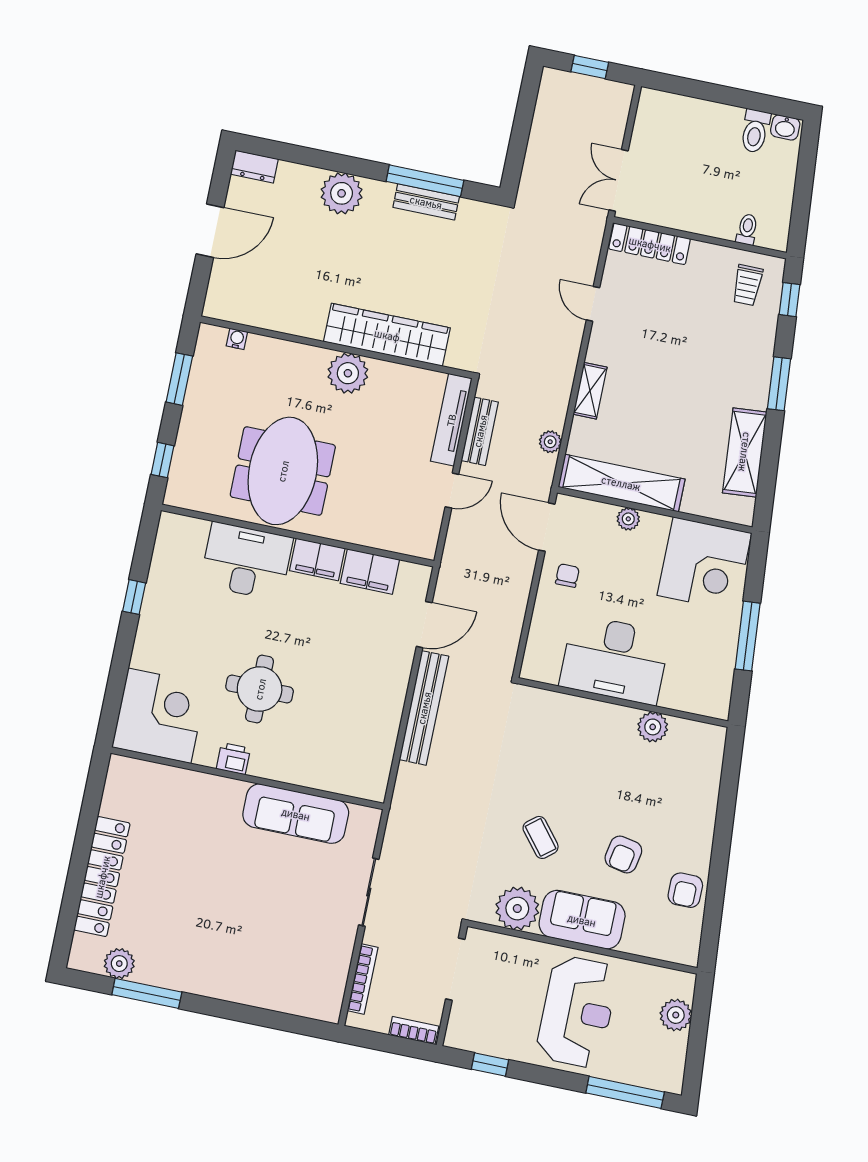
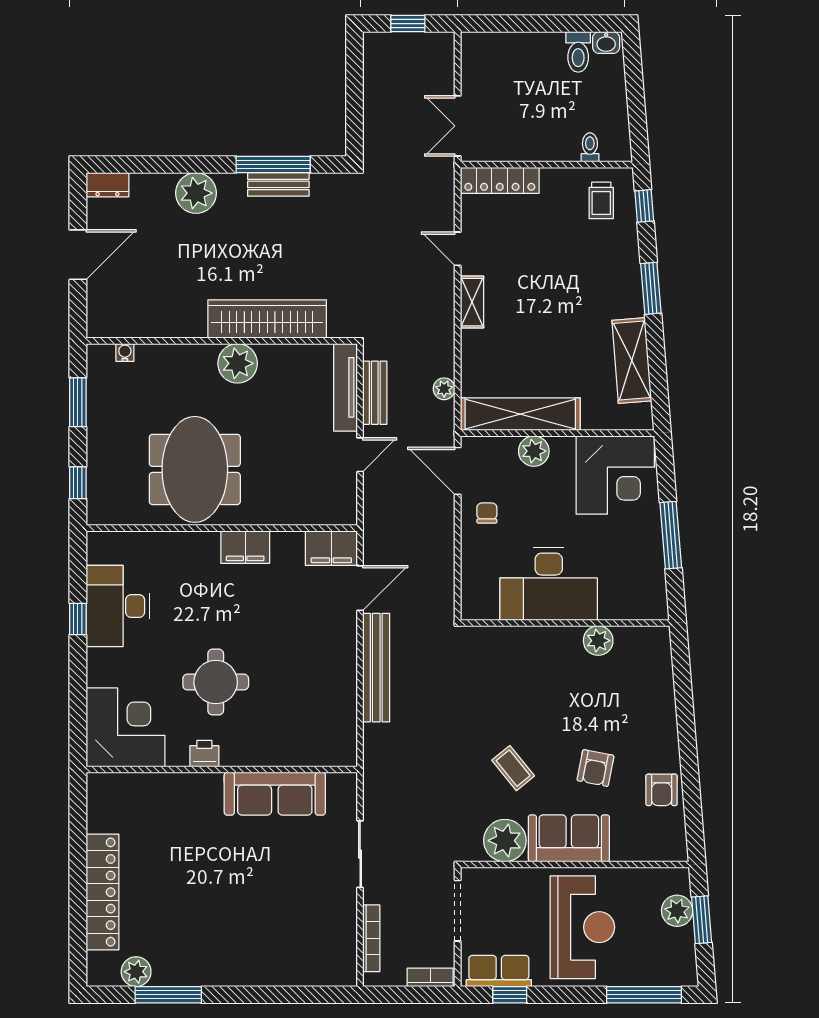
shelving: (590, 391) -> (472, 302), moved
plant: (628, 519) -> (534, 451), width x1.38, depth x1.38
desk: (247, 561) -> (118, 606), moved, turned -90
filing cabinet: (370, 571) -> (331, 548), moved
window: (699, 1029) -> (702, 920), added
row of seats: (484, 1038) -> (499, 971), added

